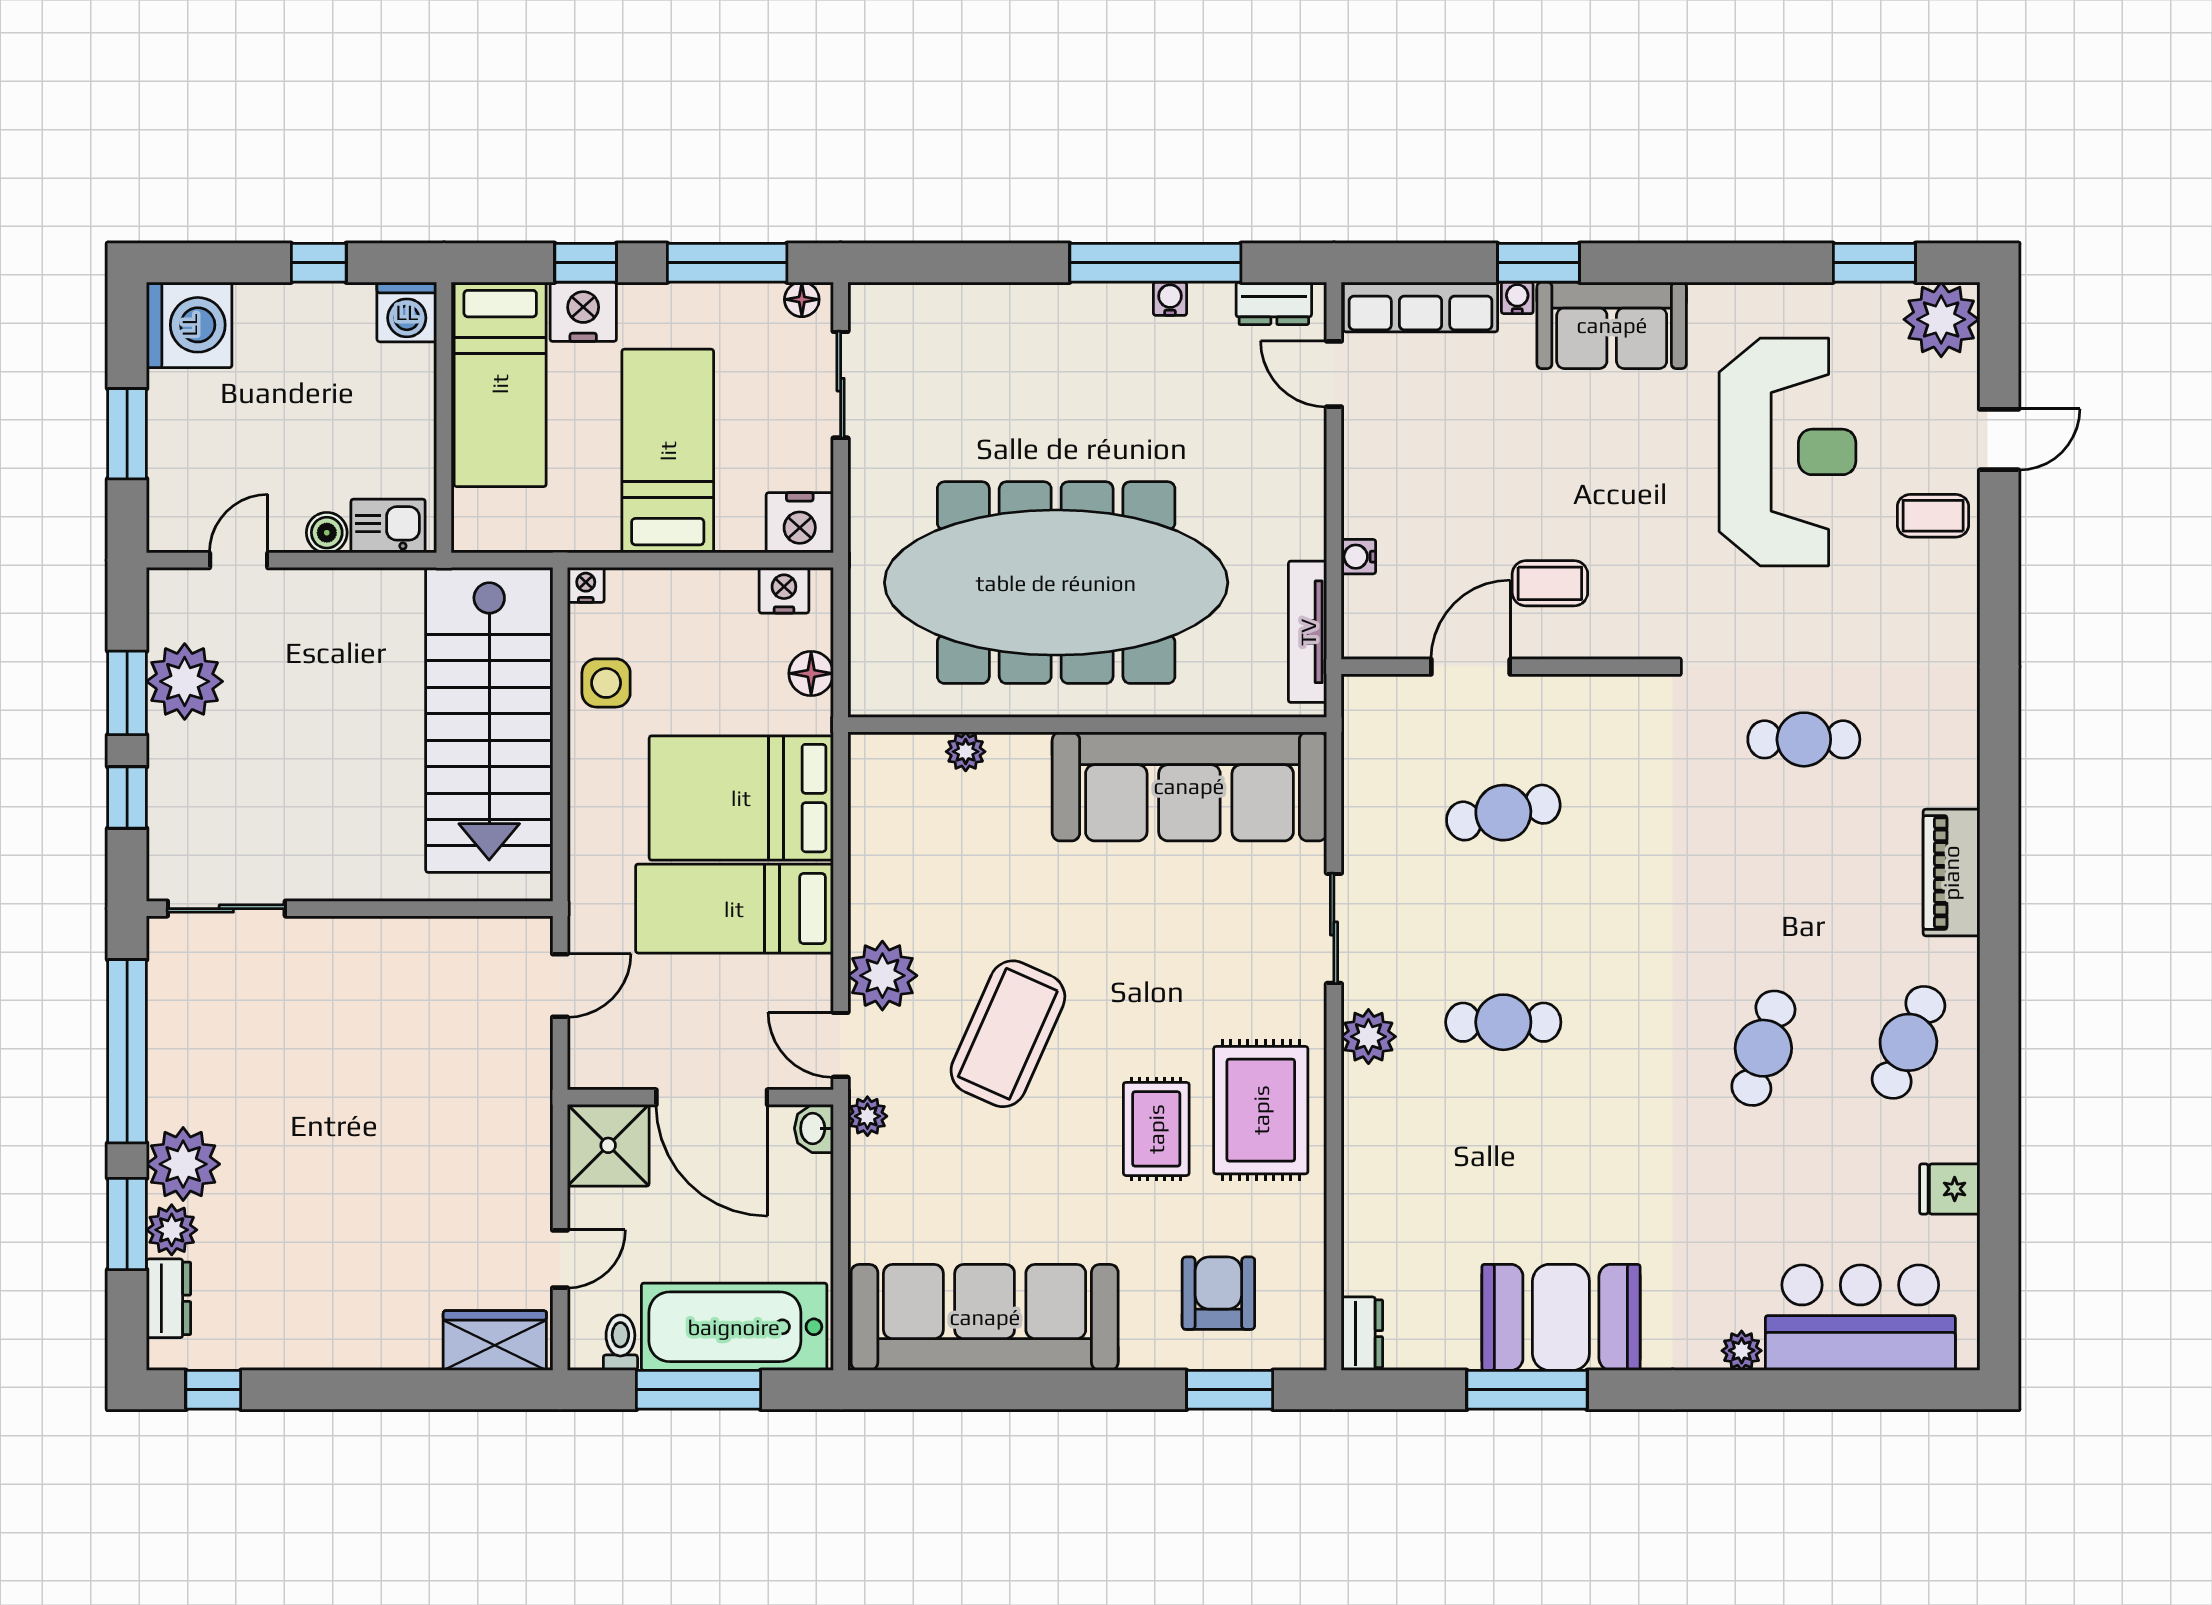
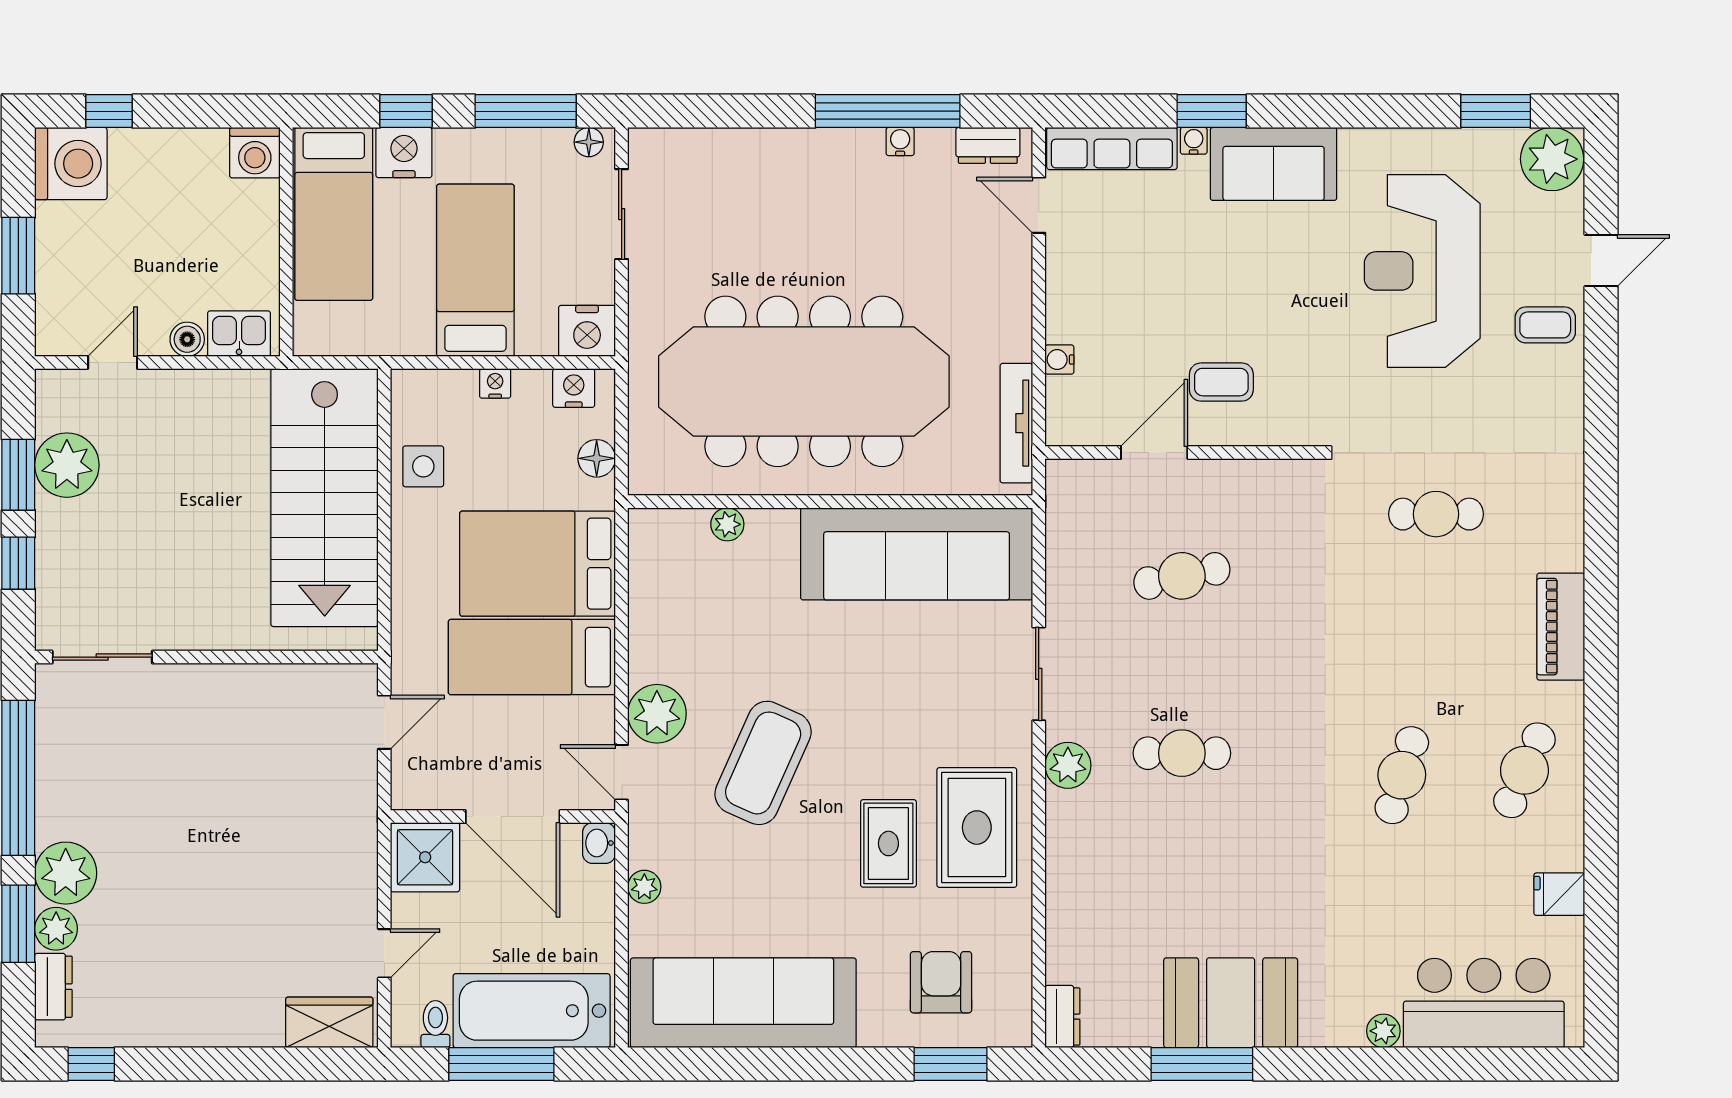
window: (319, 263) -> (109, 111), moved
reception desk: (1787, 452) -> (1422, 271), turned 180
nightstand: (586, 585) -> (495, 383), moved
plant: (867, 1116) -> (644, 887), moved

